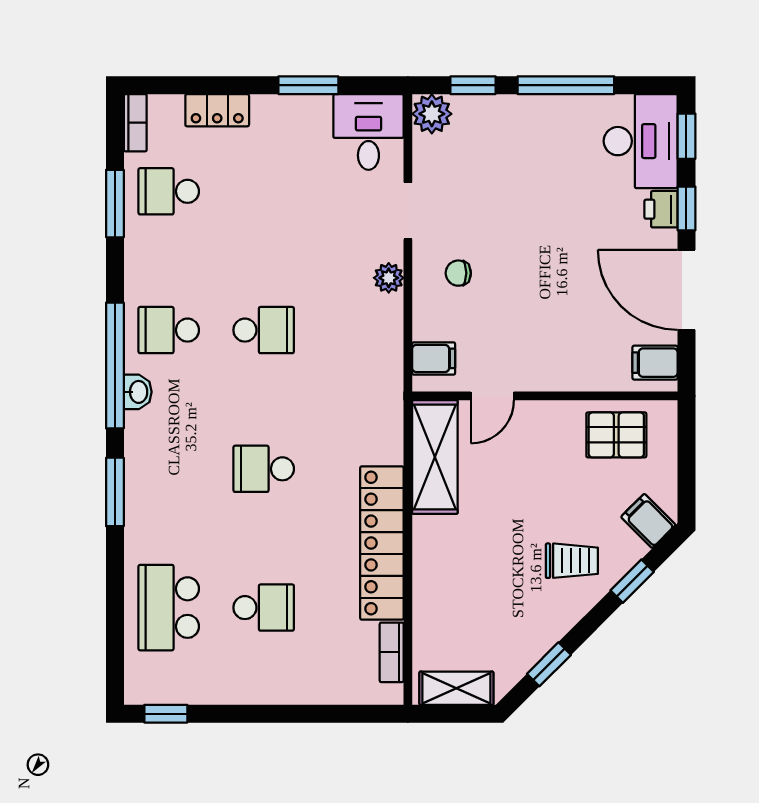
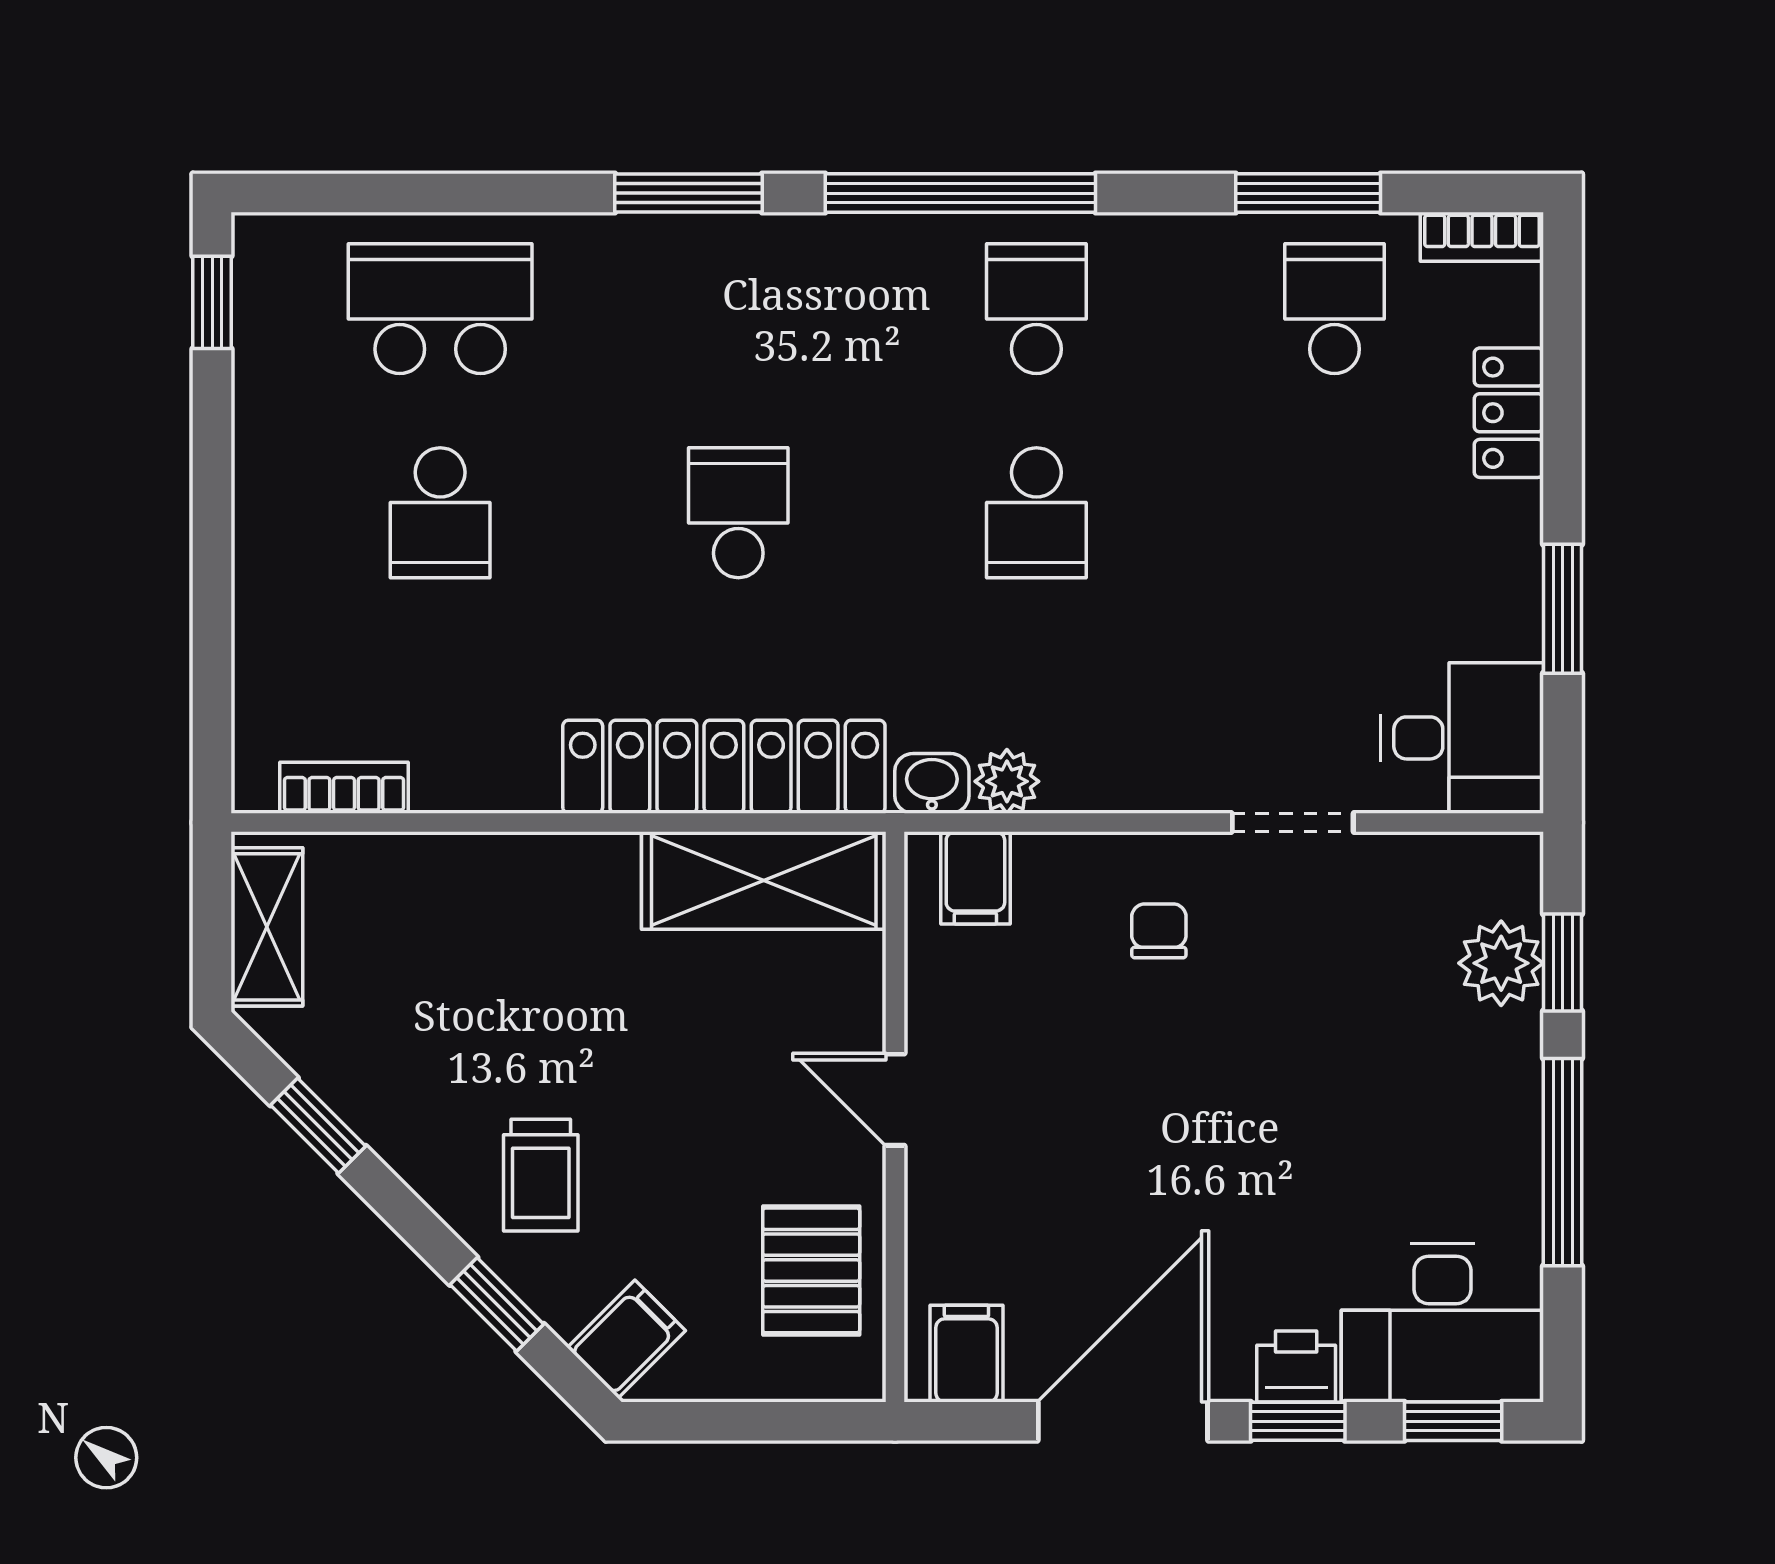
plant: (432, 114) -> (1501, 963), moved
plant: (389, 278) -> (1007, 781), moved
washbasin: (138, 392) -> (932, 783), moved, turned 180
door: (492, 396) -> (895, 1100), moved
locker: (382, 543) -> (724, 767), moved

